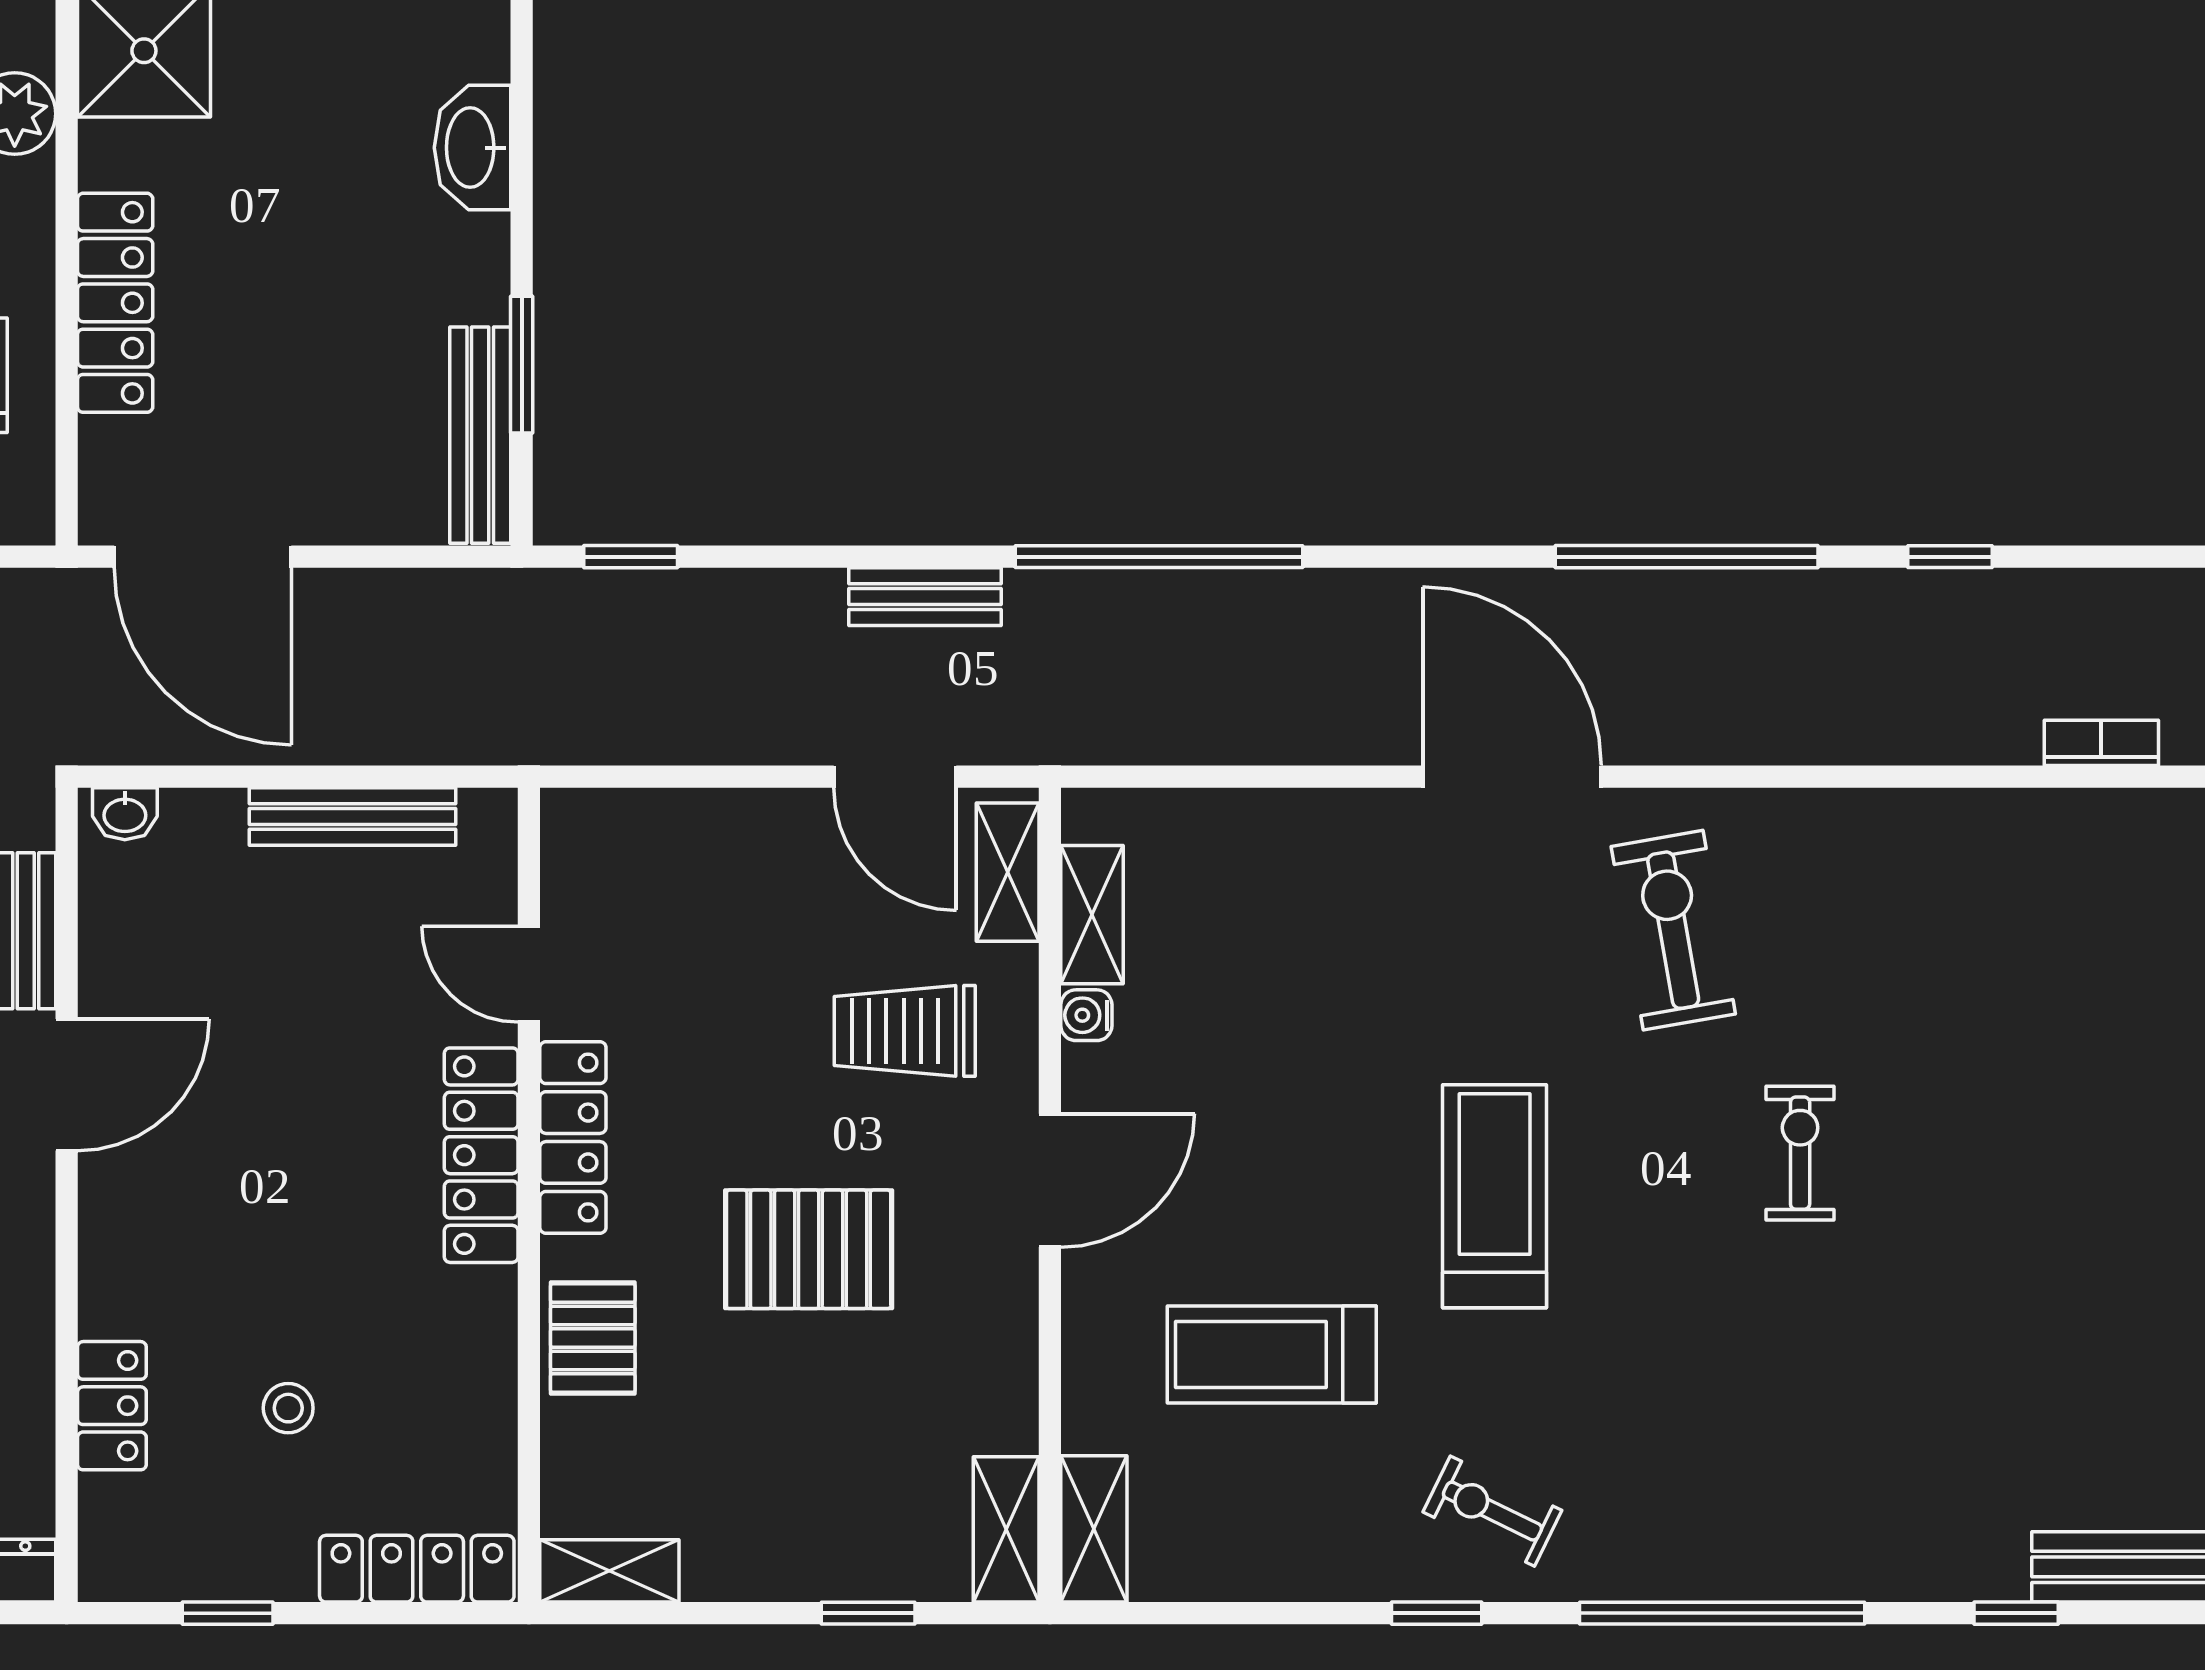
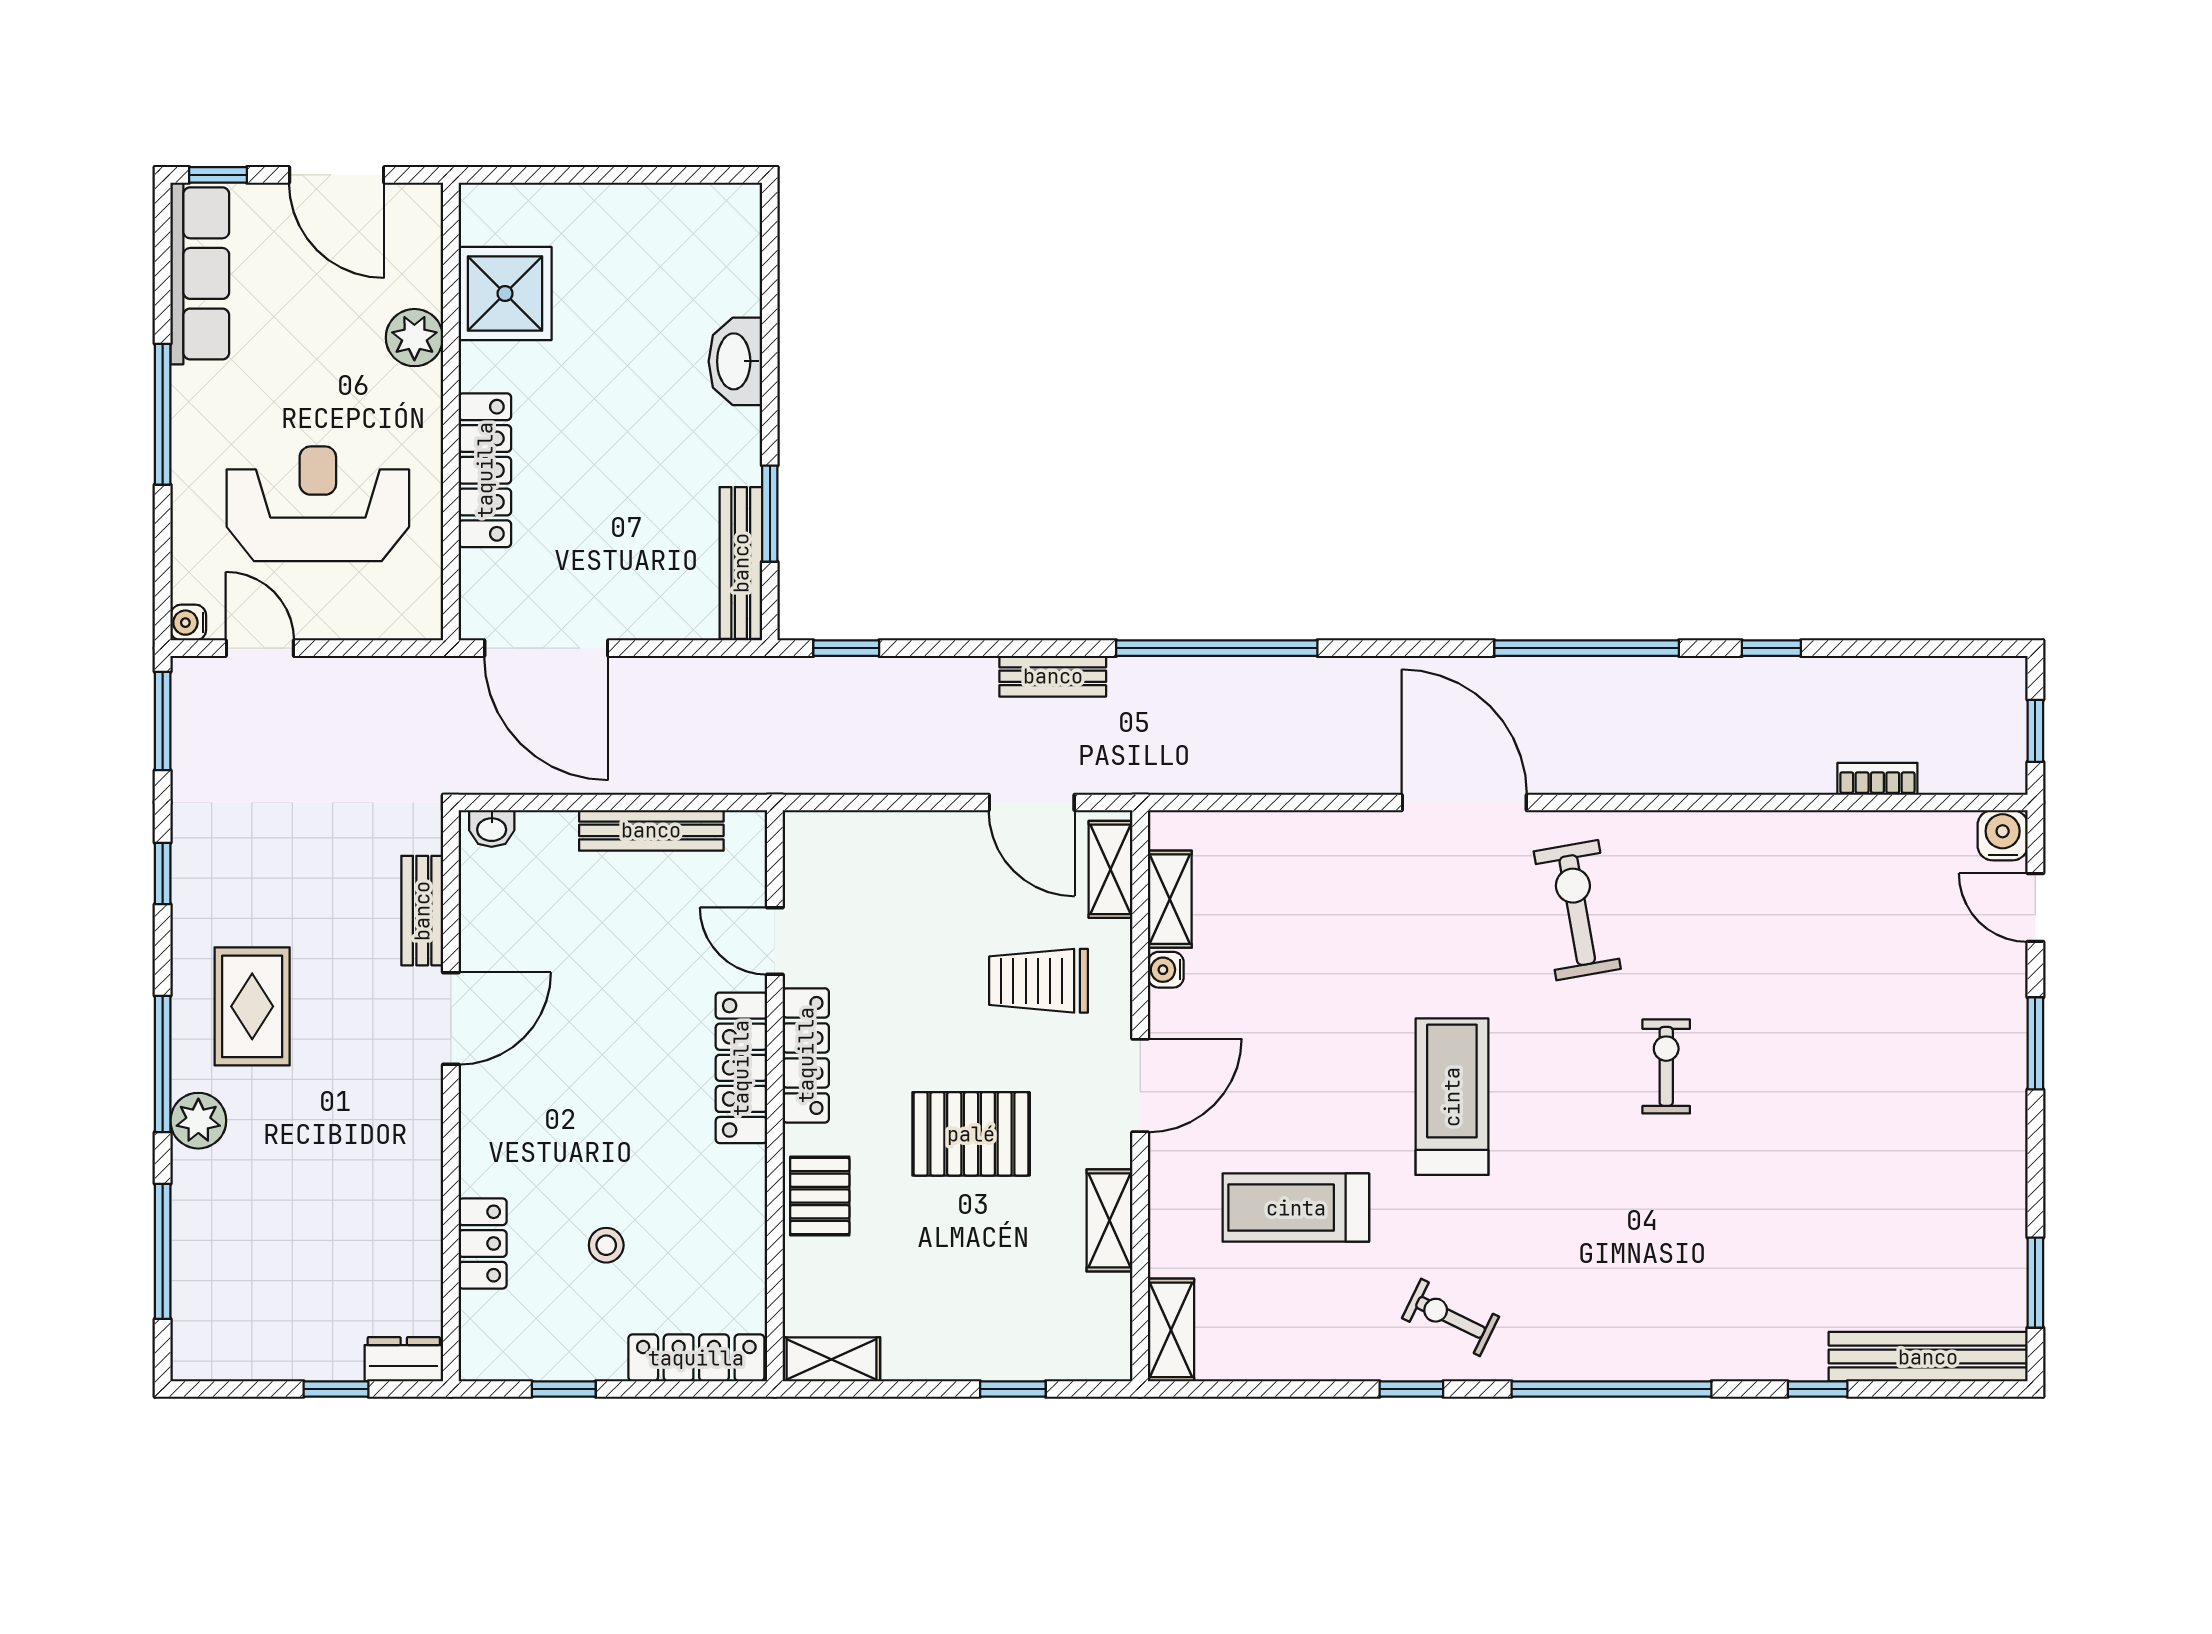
shelving: (1006, 1529) -> (1110, 1220), moved

